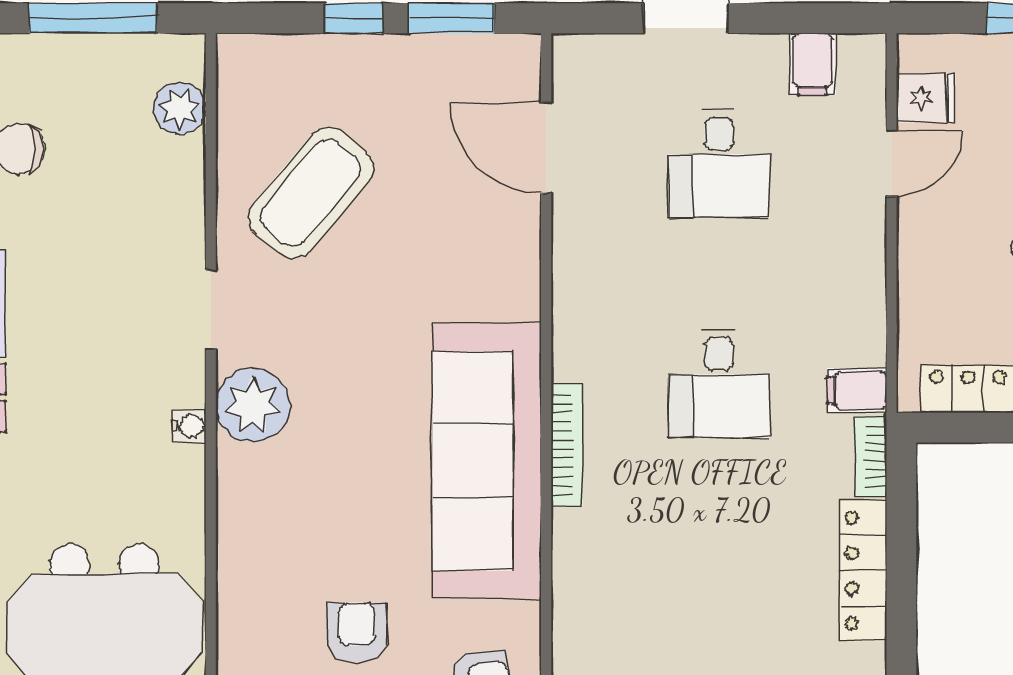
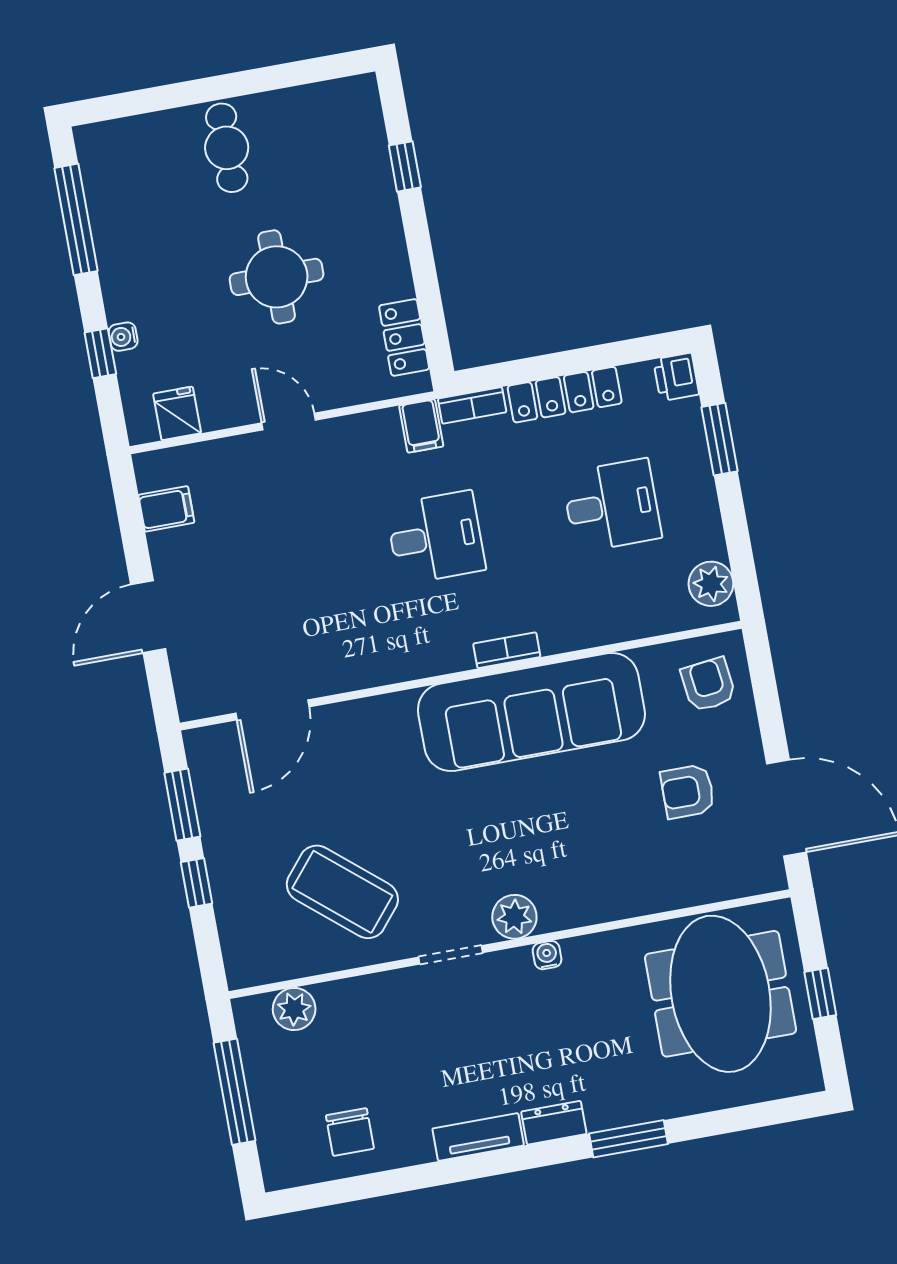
desk: (719, 163) -> (612, 506), moved
door: (891, 163) -> (289, 422), moved
plant: (253, 405) -> (514, 917), width x0.73, depth x0.73
bookcase: (567, 445) -> (507, 650), width x0.64

